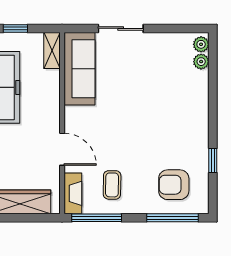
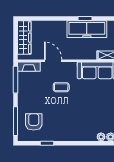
door: (62, 149) -> (53, 61), swing flipped
coffee table: (112, 185) -> (61, 87), moved

